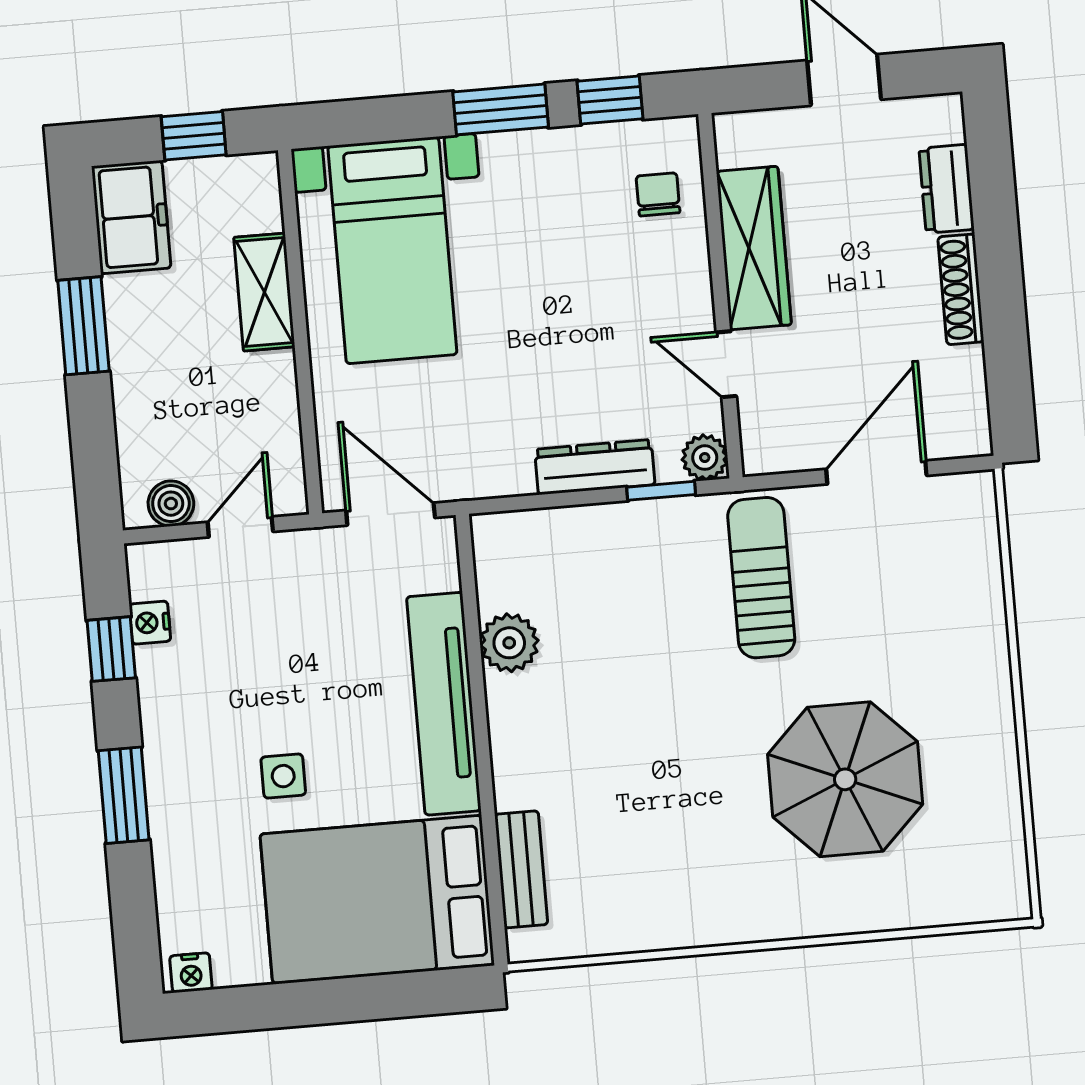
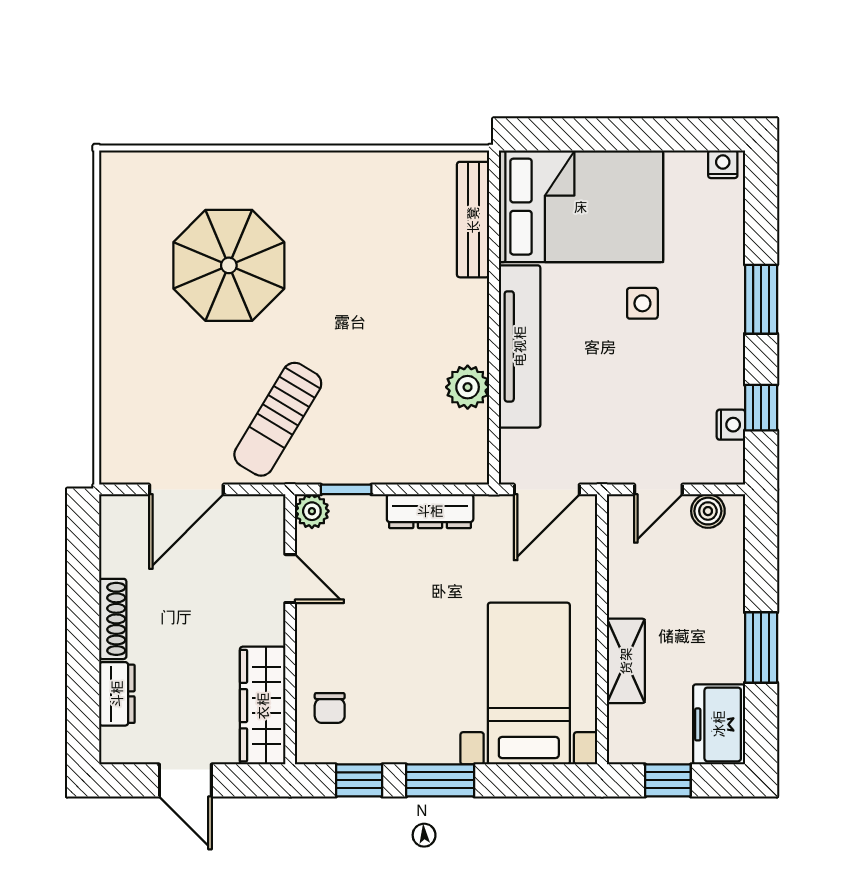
wardrobe: (754, 248) -> (263, 706), moved
dresser: (595, 467) -> (430, 511), moved
door: (391, 514) -> (547, 489), hinge flipped
sun lounger: (761, 578) -> (278, 419), turned 31
bench: (521, 869) -> (473, 220), width x1.36

